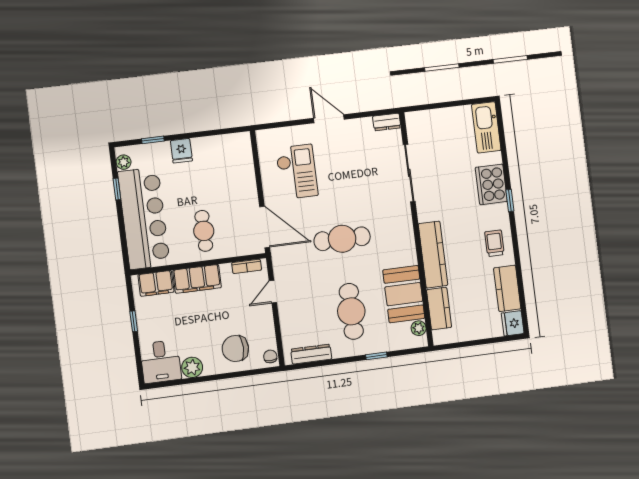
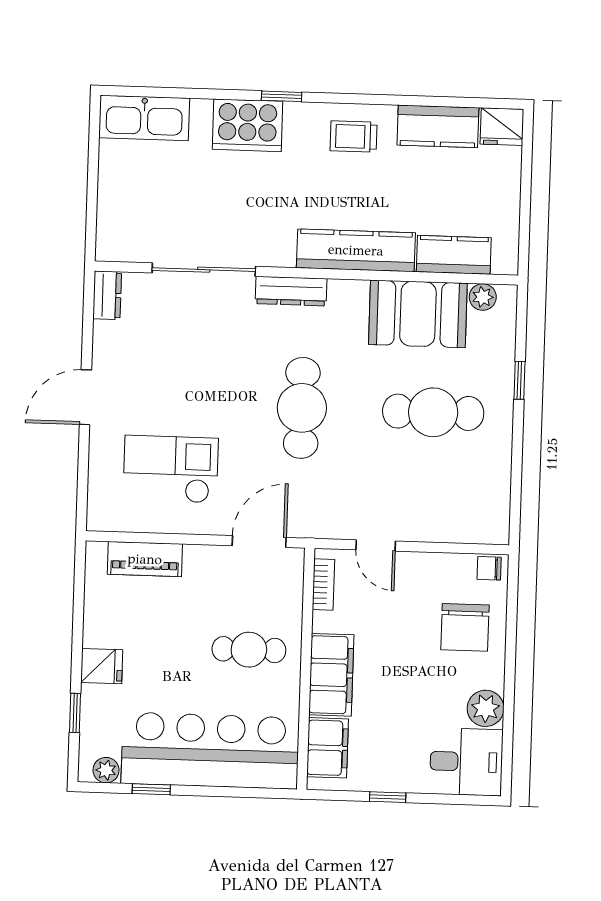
piano: (245, 165) -> (145, 559), added
door: (265, 227) -> (259, 542), width x0.73
dresser: (311, 354) -> (291, 291), moved, turned -90

